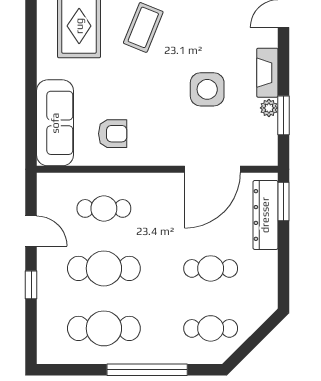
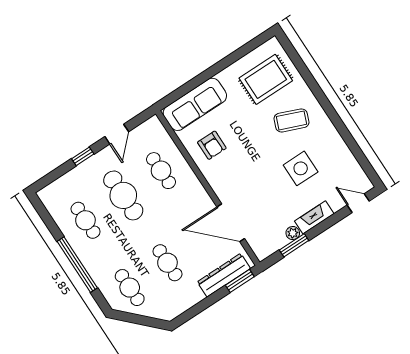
side table: (207, 89) -> (301, 168), moved
cafe table: (104, 328) -> (85, 220), width x0.73, depth x0.74

